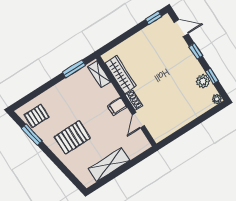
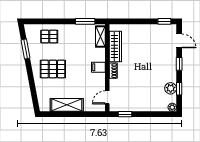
pallet: (37, 116) -> (49, 37), moved
door: (138, 120) -> (107, 97), moved
window: (174, 136) -> (125, 114), added

